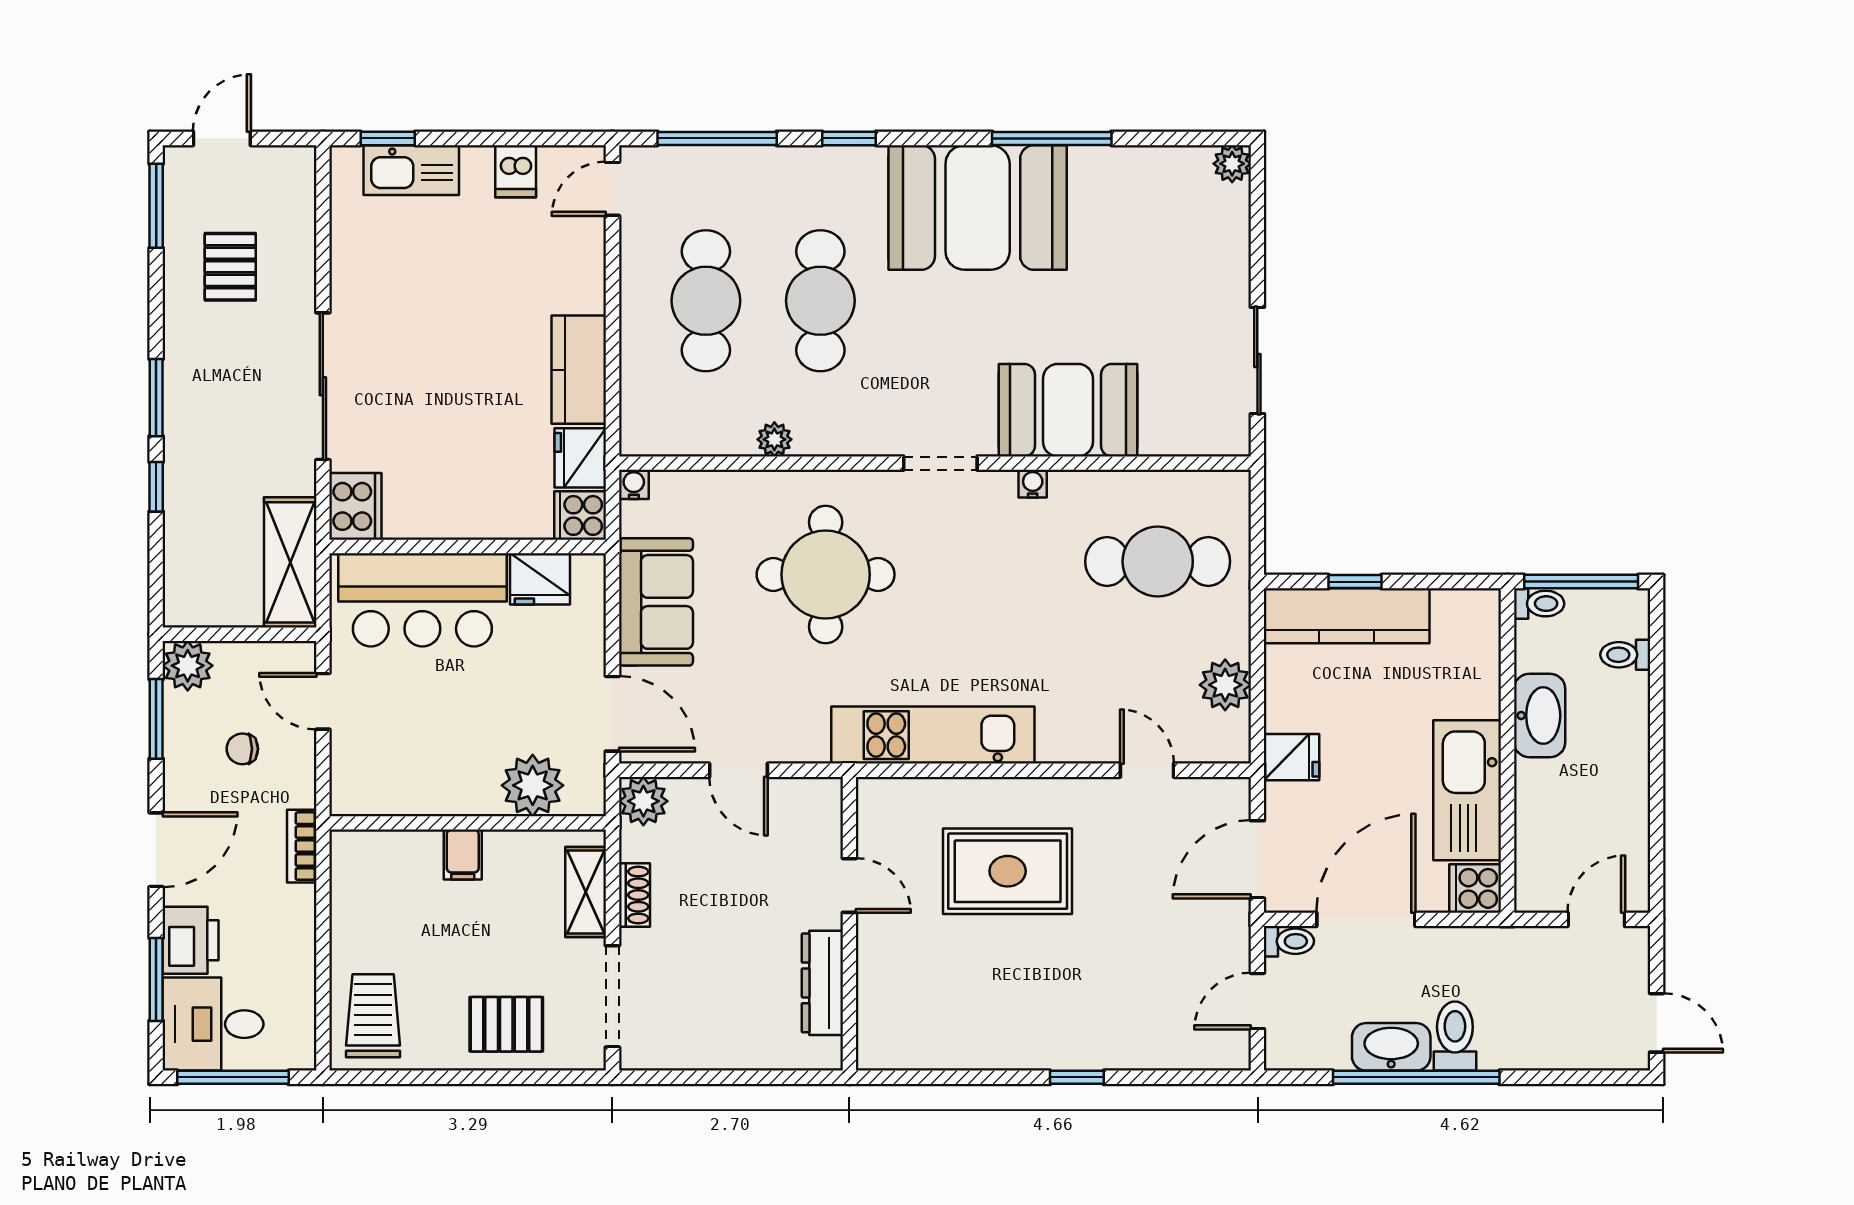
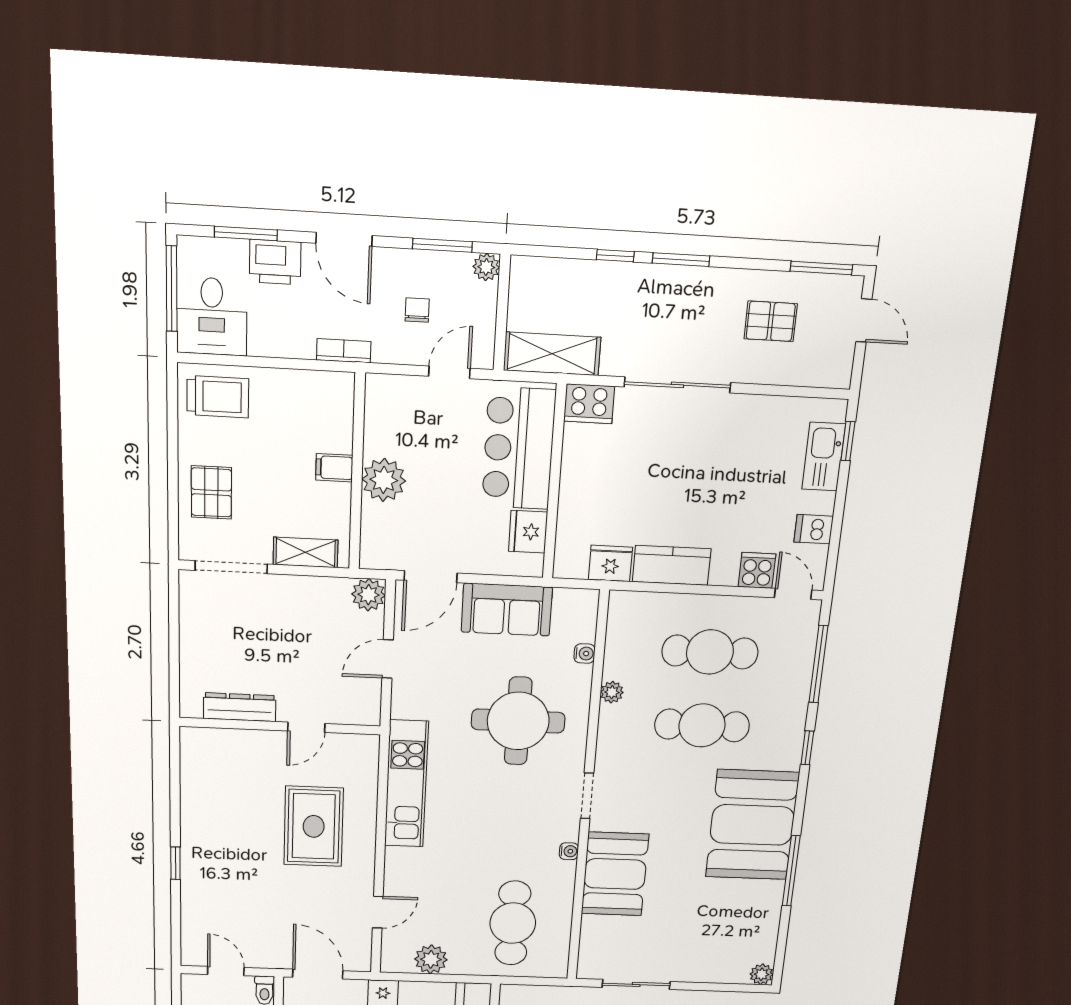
water cooler: (634, 484) -> (585, 653), moved
cooker: (580, 515) -> (757, 570), moved
plant: (188, 666) -> (486, 267), width x0.73, depth x0.73
plant: (533, 785) -> (384, 480), moved
shoe rack: (634, 895) -> (303, 586), removed
desk: (213, 1024) -> (212, 316), moved, turned 180

